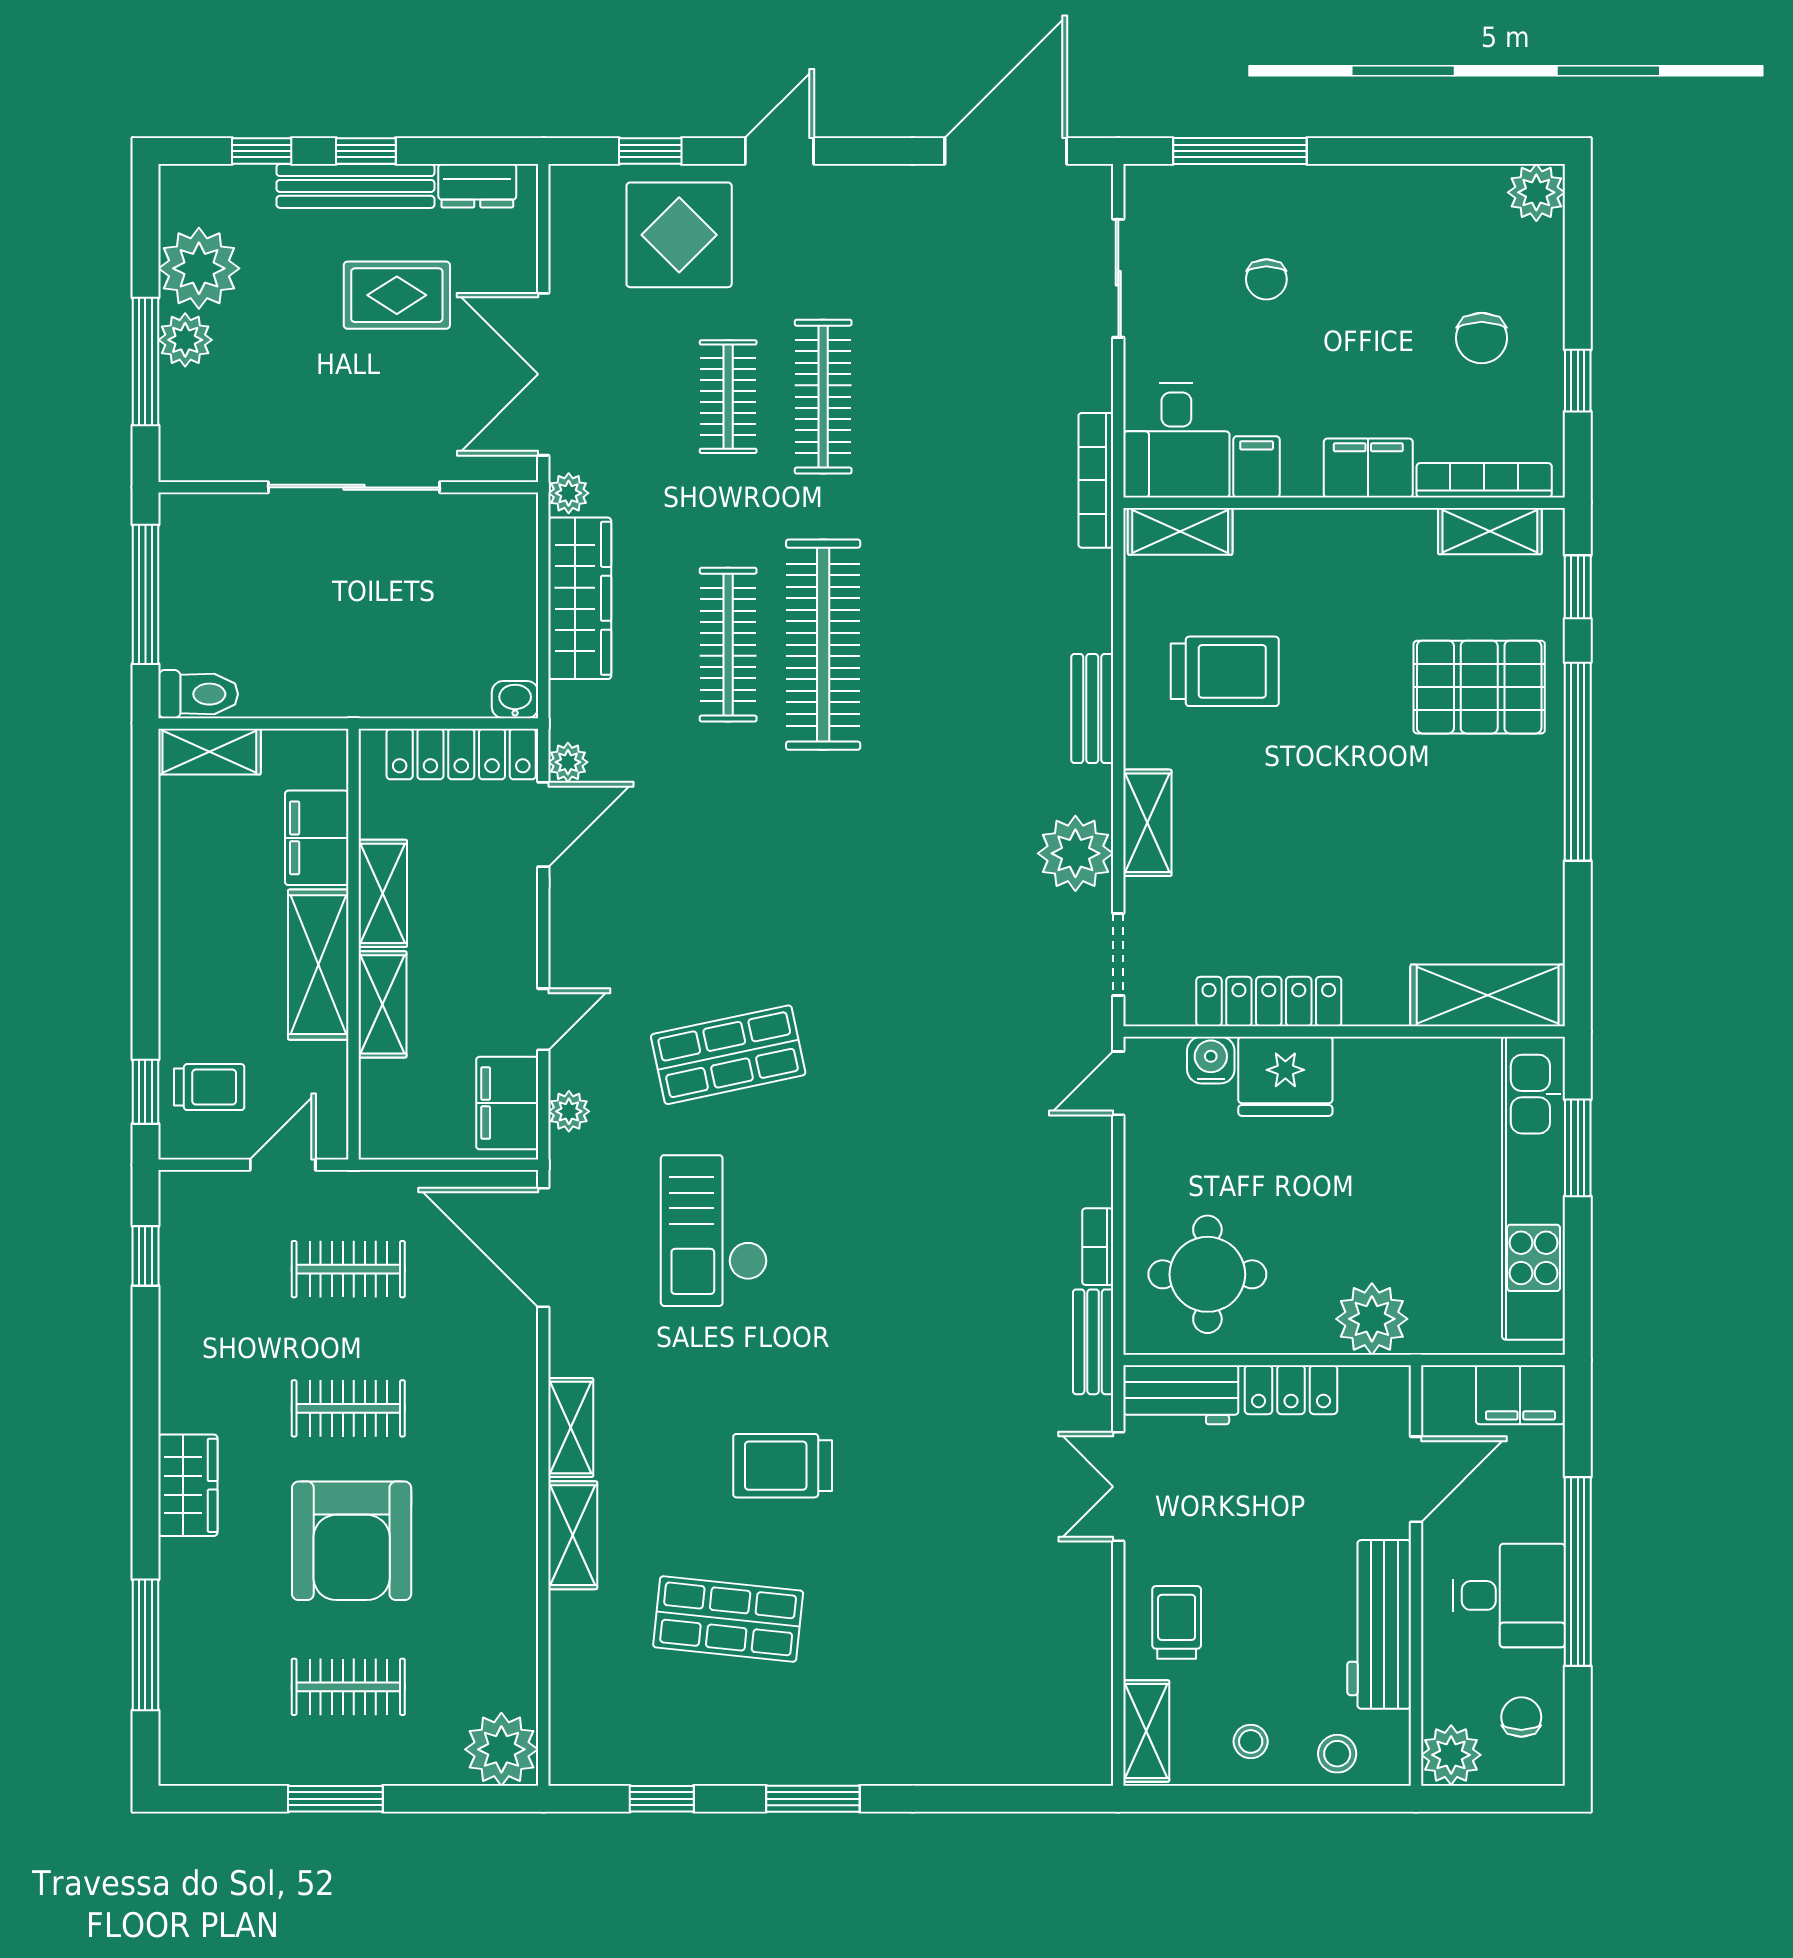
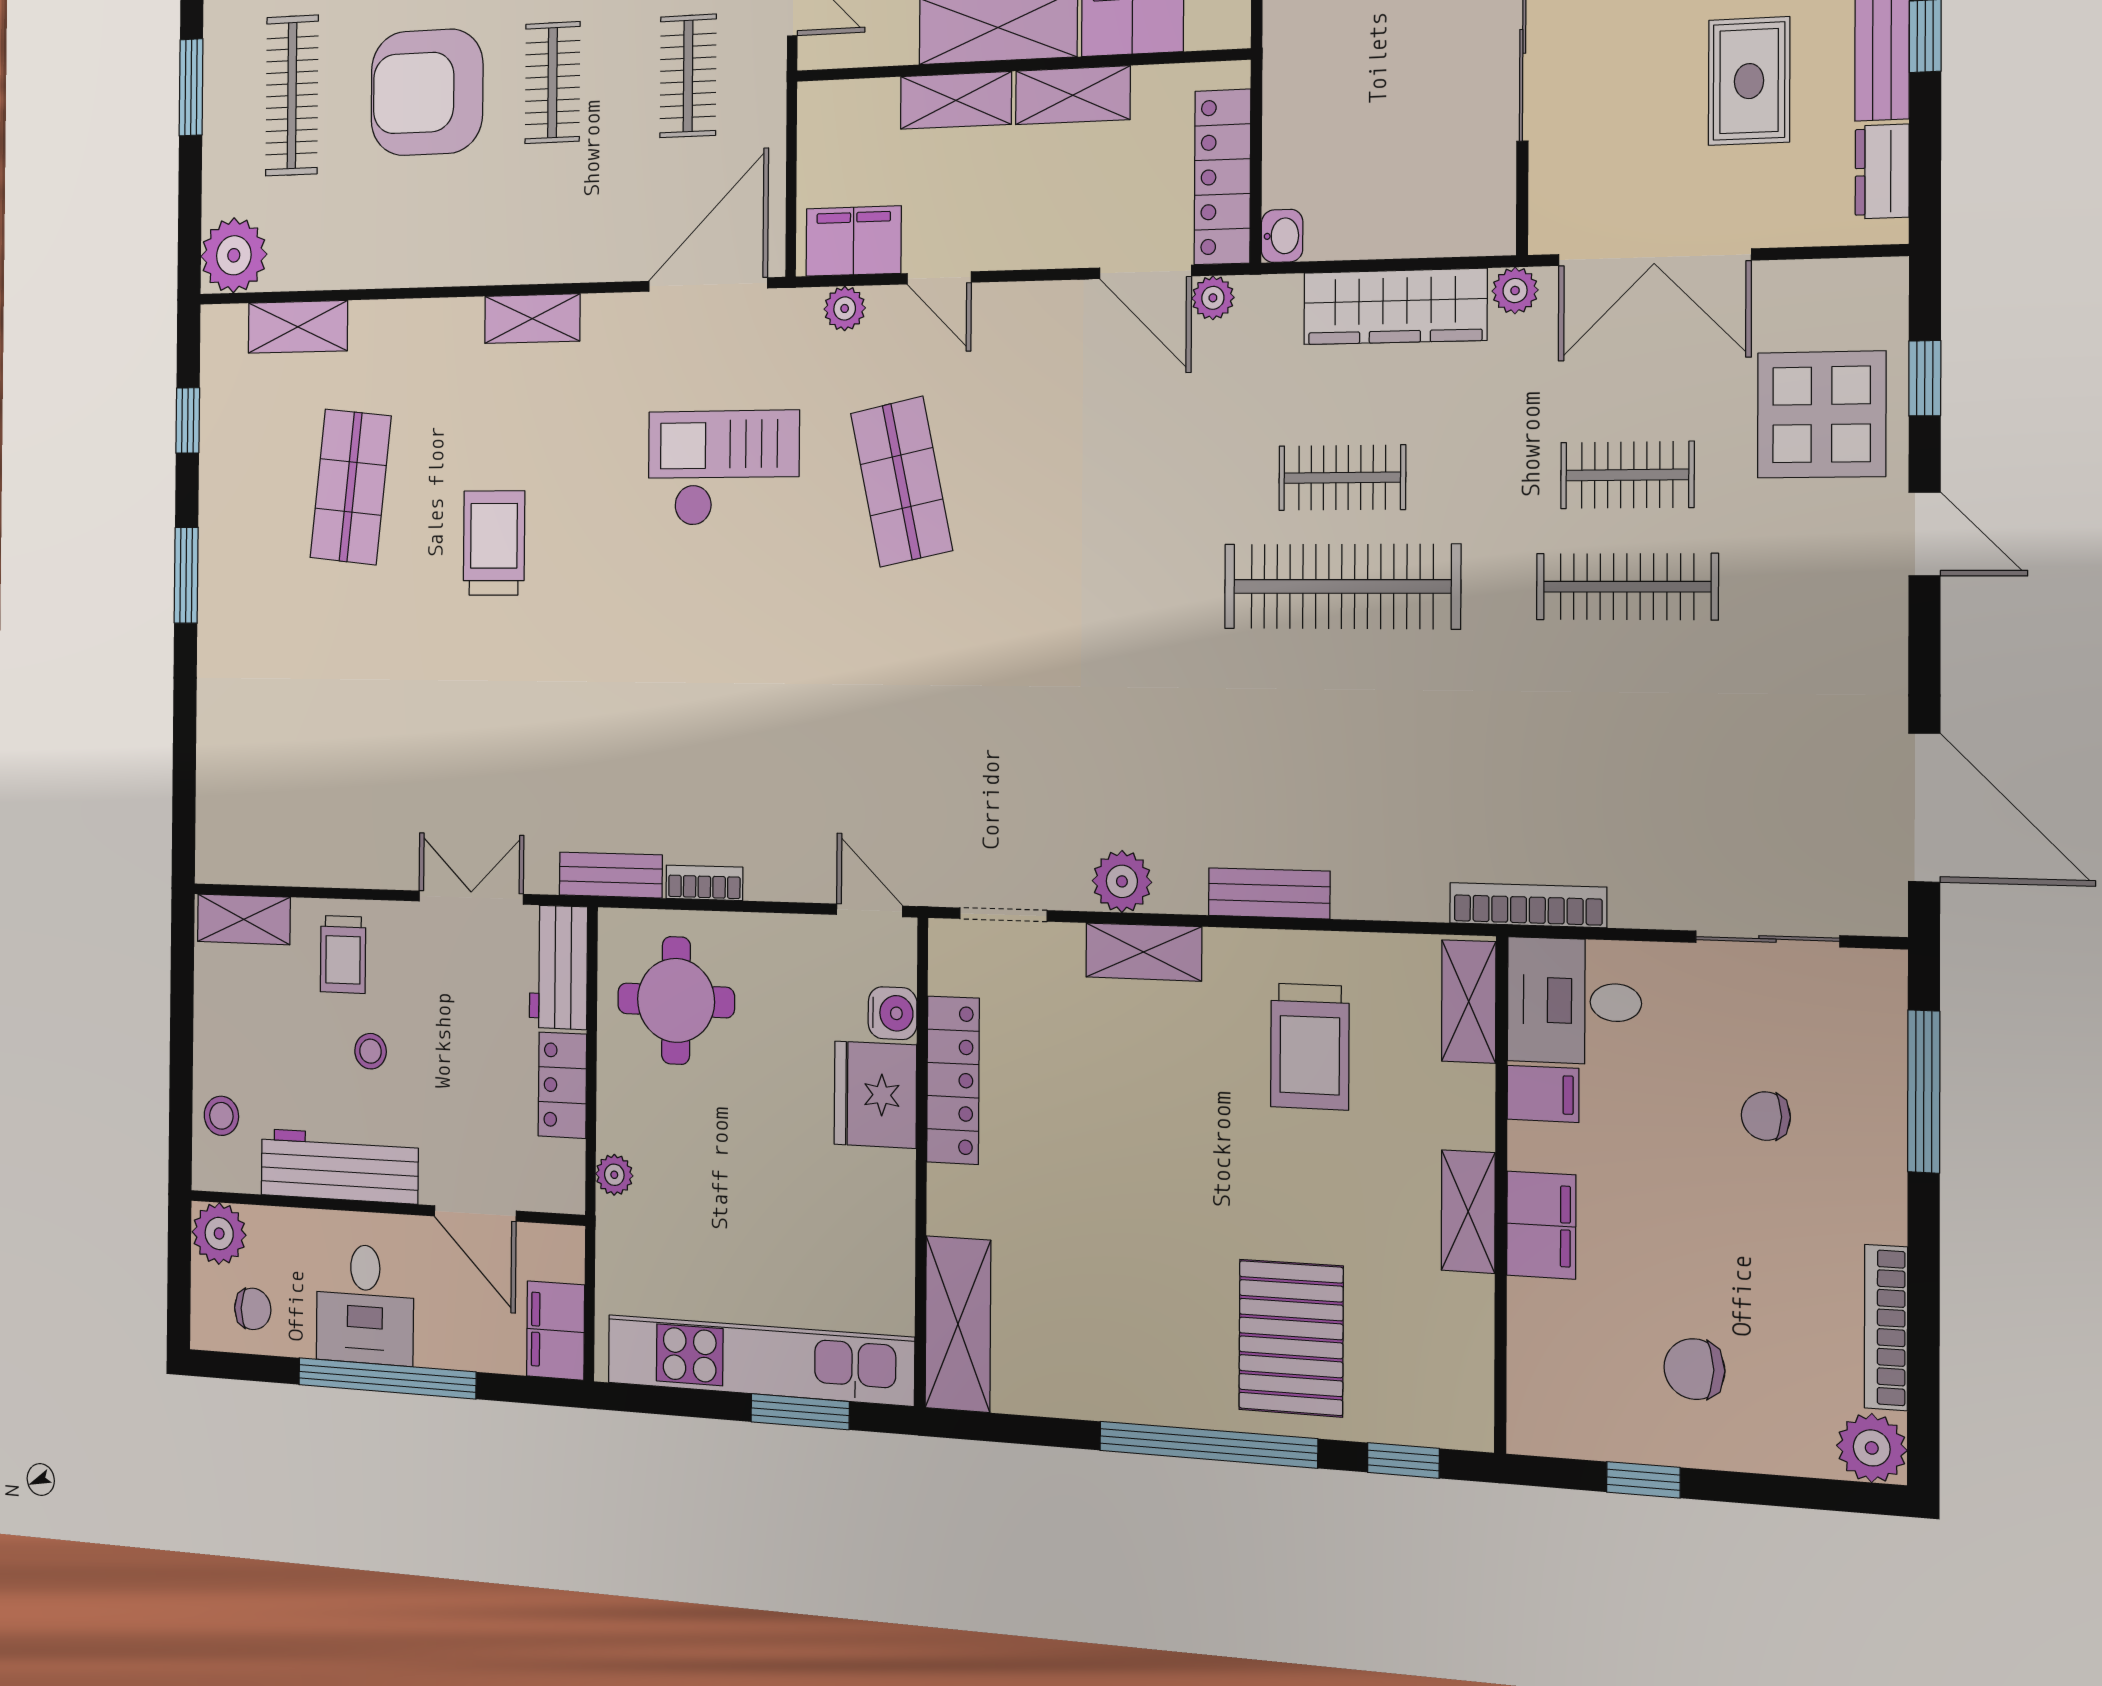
double door: (543, 374) -> (1654, 257), swing flipped
bookcase: (1484, 480) -> (1886, 1327), moved, turned 180
shelving: (1490, 531) -> (1468, 1212), moved
clothes rail: (728, 645) -> (1342, 478), width x0.73
plant: (1075, 853) -> (1122, 881), width x0.73, depth x0.73
plant: (1372, 1319) -> (614, 1175), width x0.53, depth x0.53
shelving: (573, 1535) -> (298, 327), moved
trolley: (1177, 1622) -> (343, 954), turned 90
clothes rail: (348, 1687) -> (292, 96), width x1.36
stool: (1251, 1741) -> (371, 1051), moved

